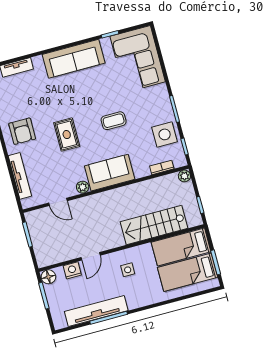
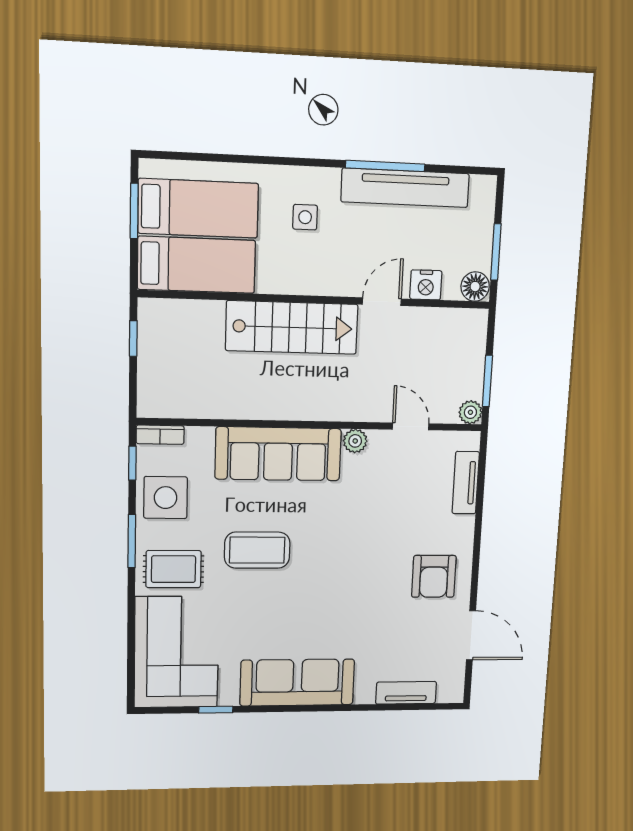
coffee table: (114, 121) -> (257, 550), width x1.36, depth x1.30
armchair: (22, 131) -> (434, 576), turned 180
rug: (67, 135) -> (174, 569), moved, turned 90
bookcase: (162, 167) -> (160, 435), moved
sofa: (110, 173) -> (278, 454), width x1.36
tv unit: (20, 176) -> (466, 483), width x0.71
plant: (184, 176) -> (470, 412), moved
stairs: (154, 225) -> (292, 327), moved
side table: (128, 270) -> (305, 217), moved

